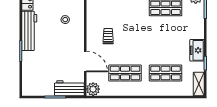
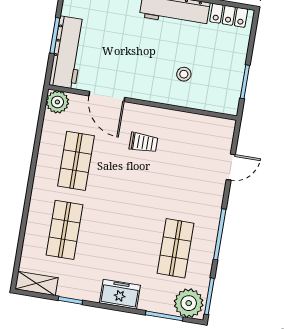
freezer: (197, 50) -> (120, 294), moved
door: (85, 61) -> (107, 97), hinge flipped
workbench: (69, 88) -> (67, 52), width x1.38

